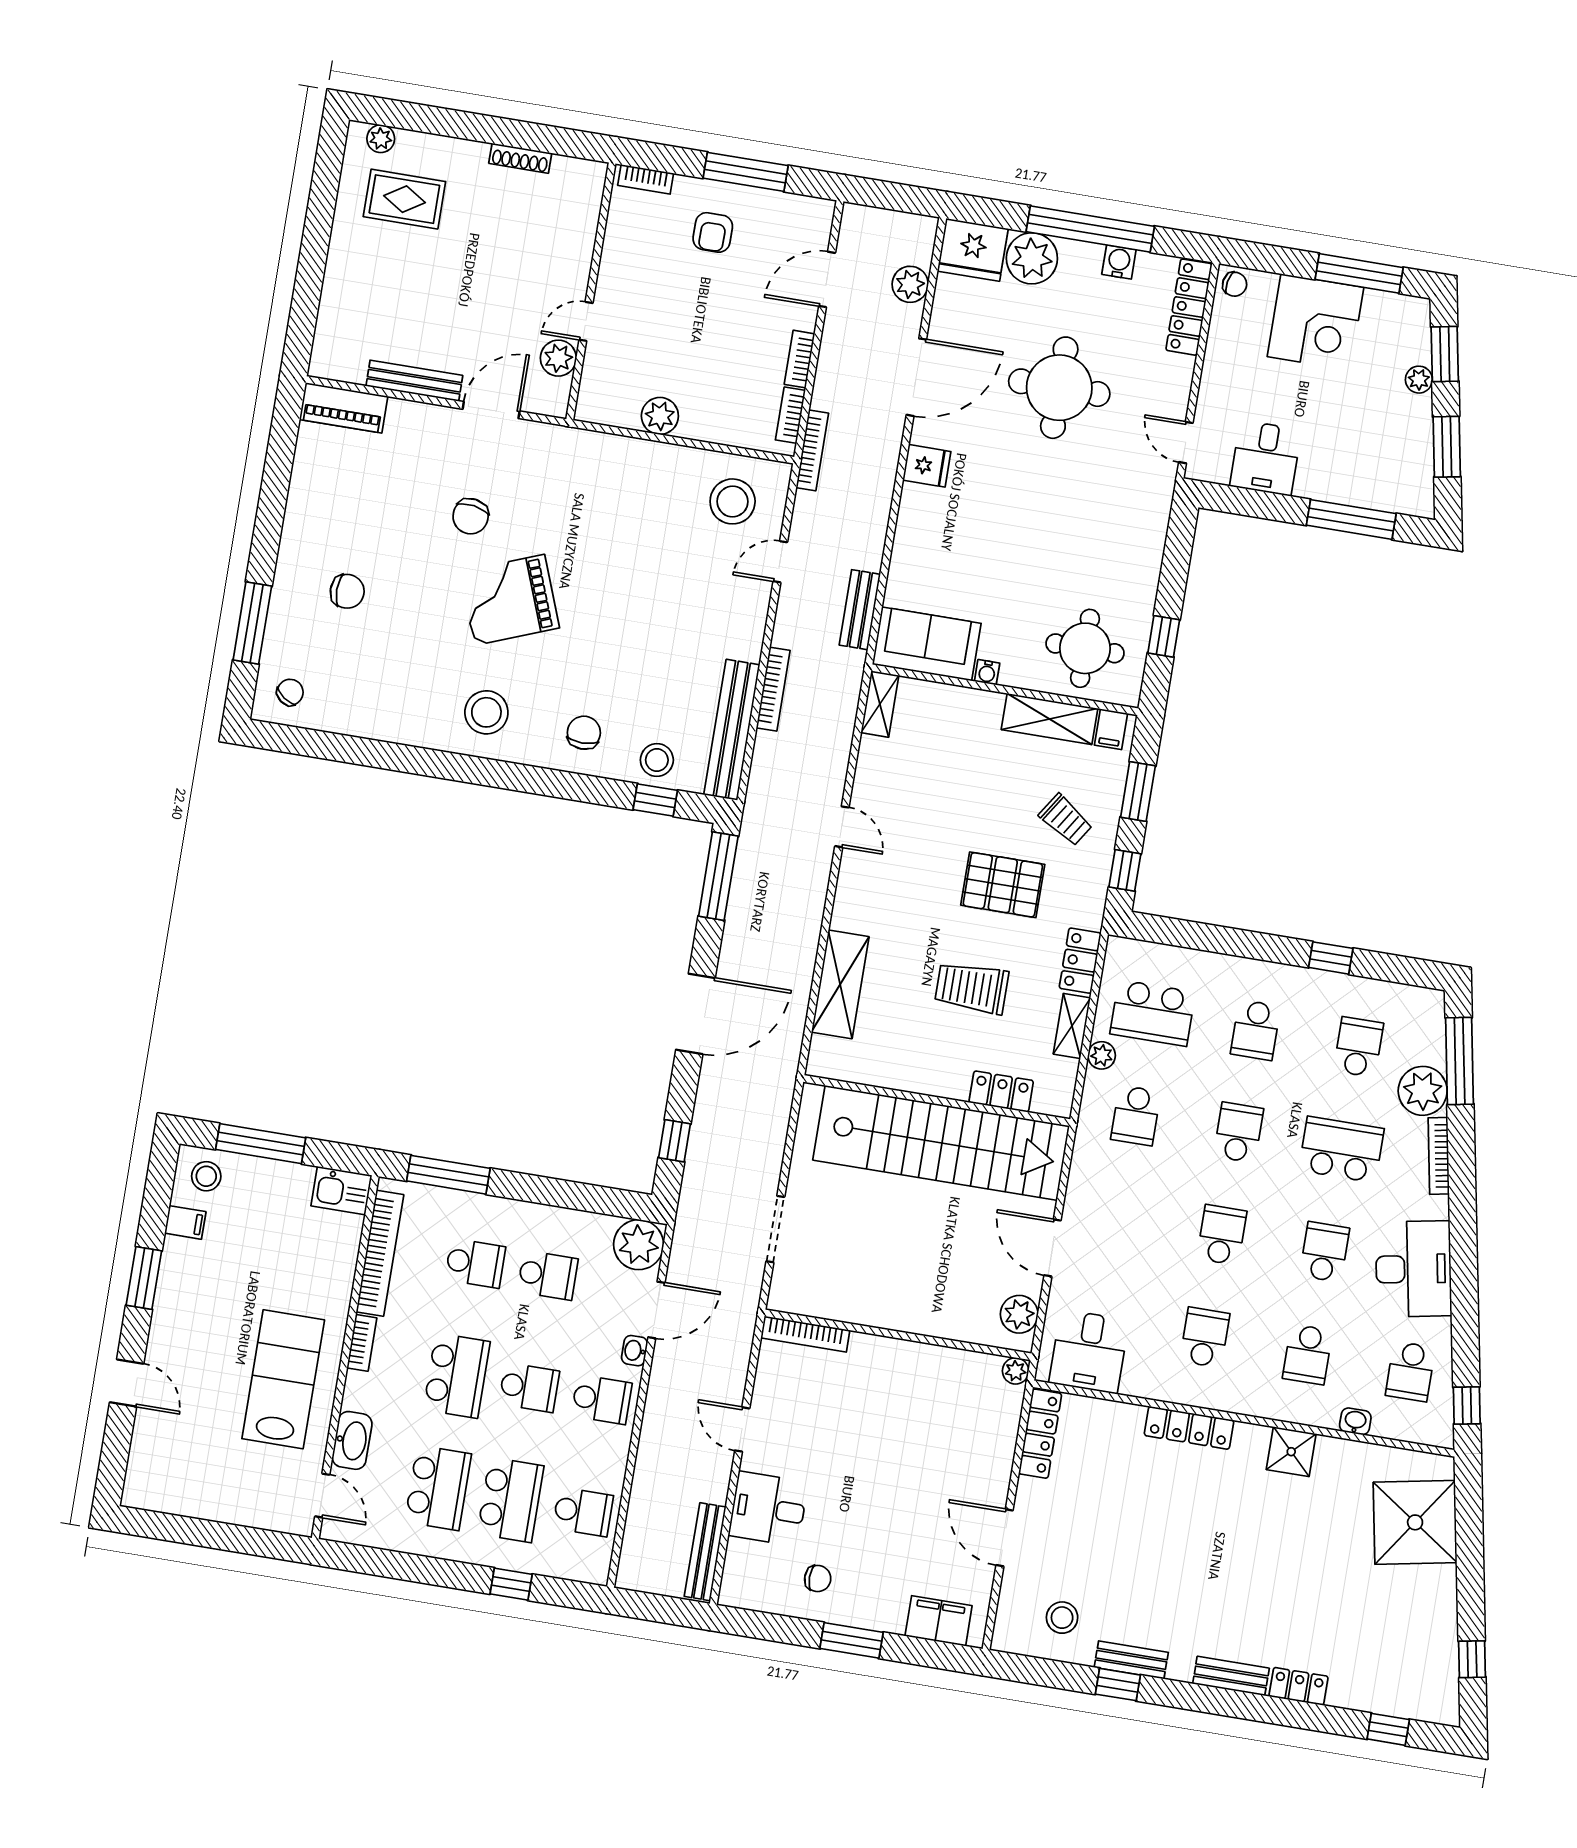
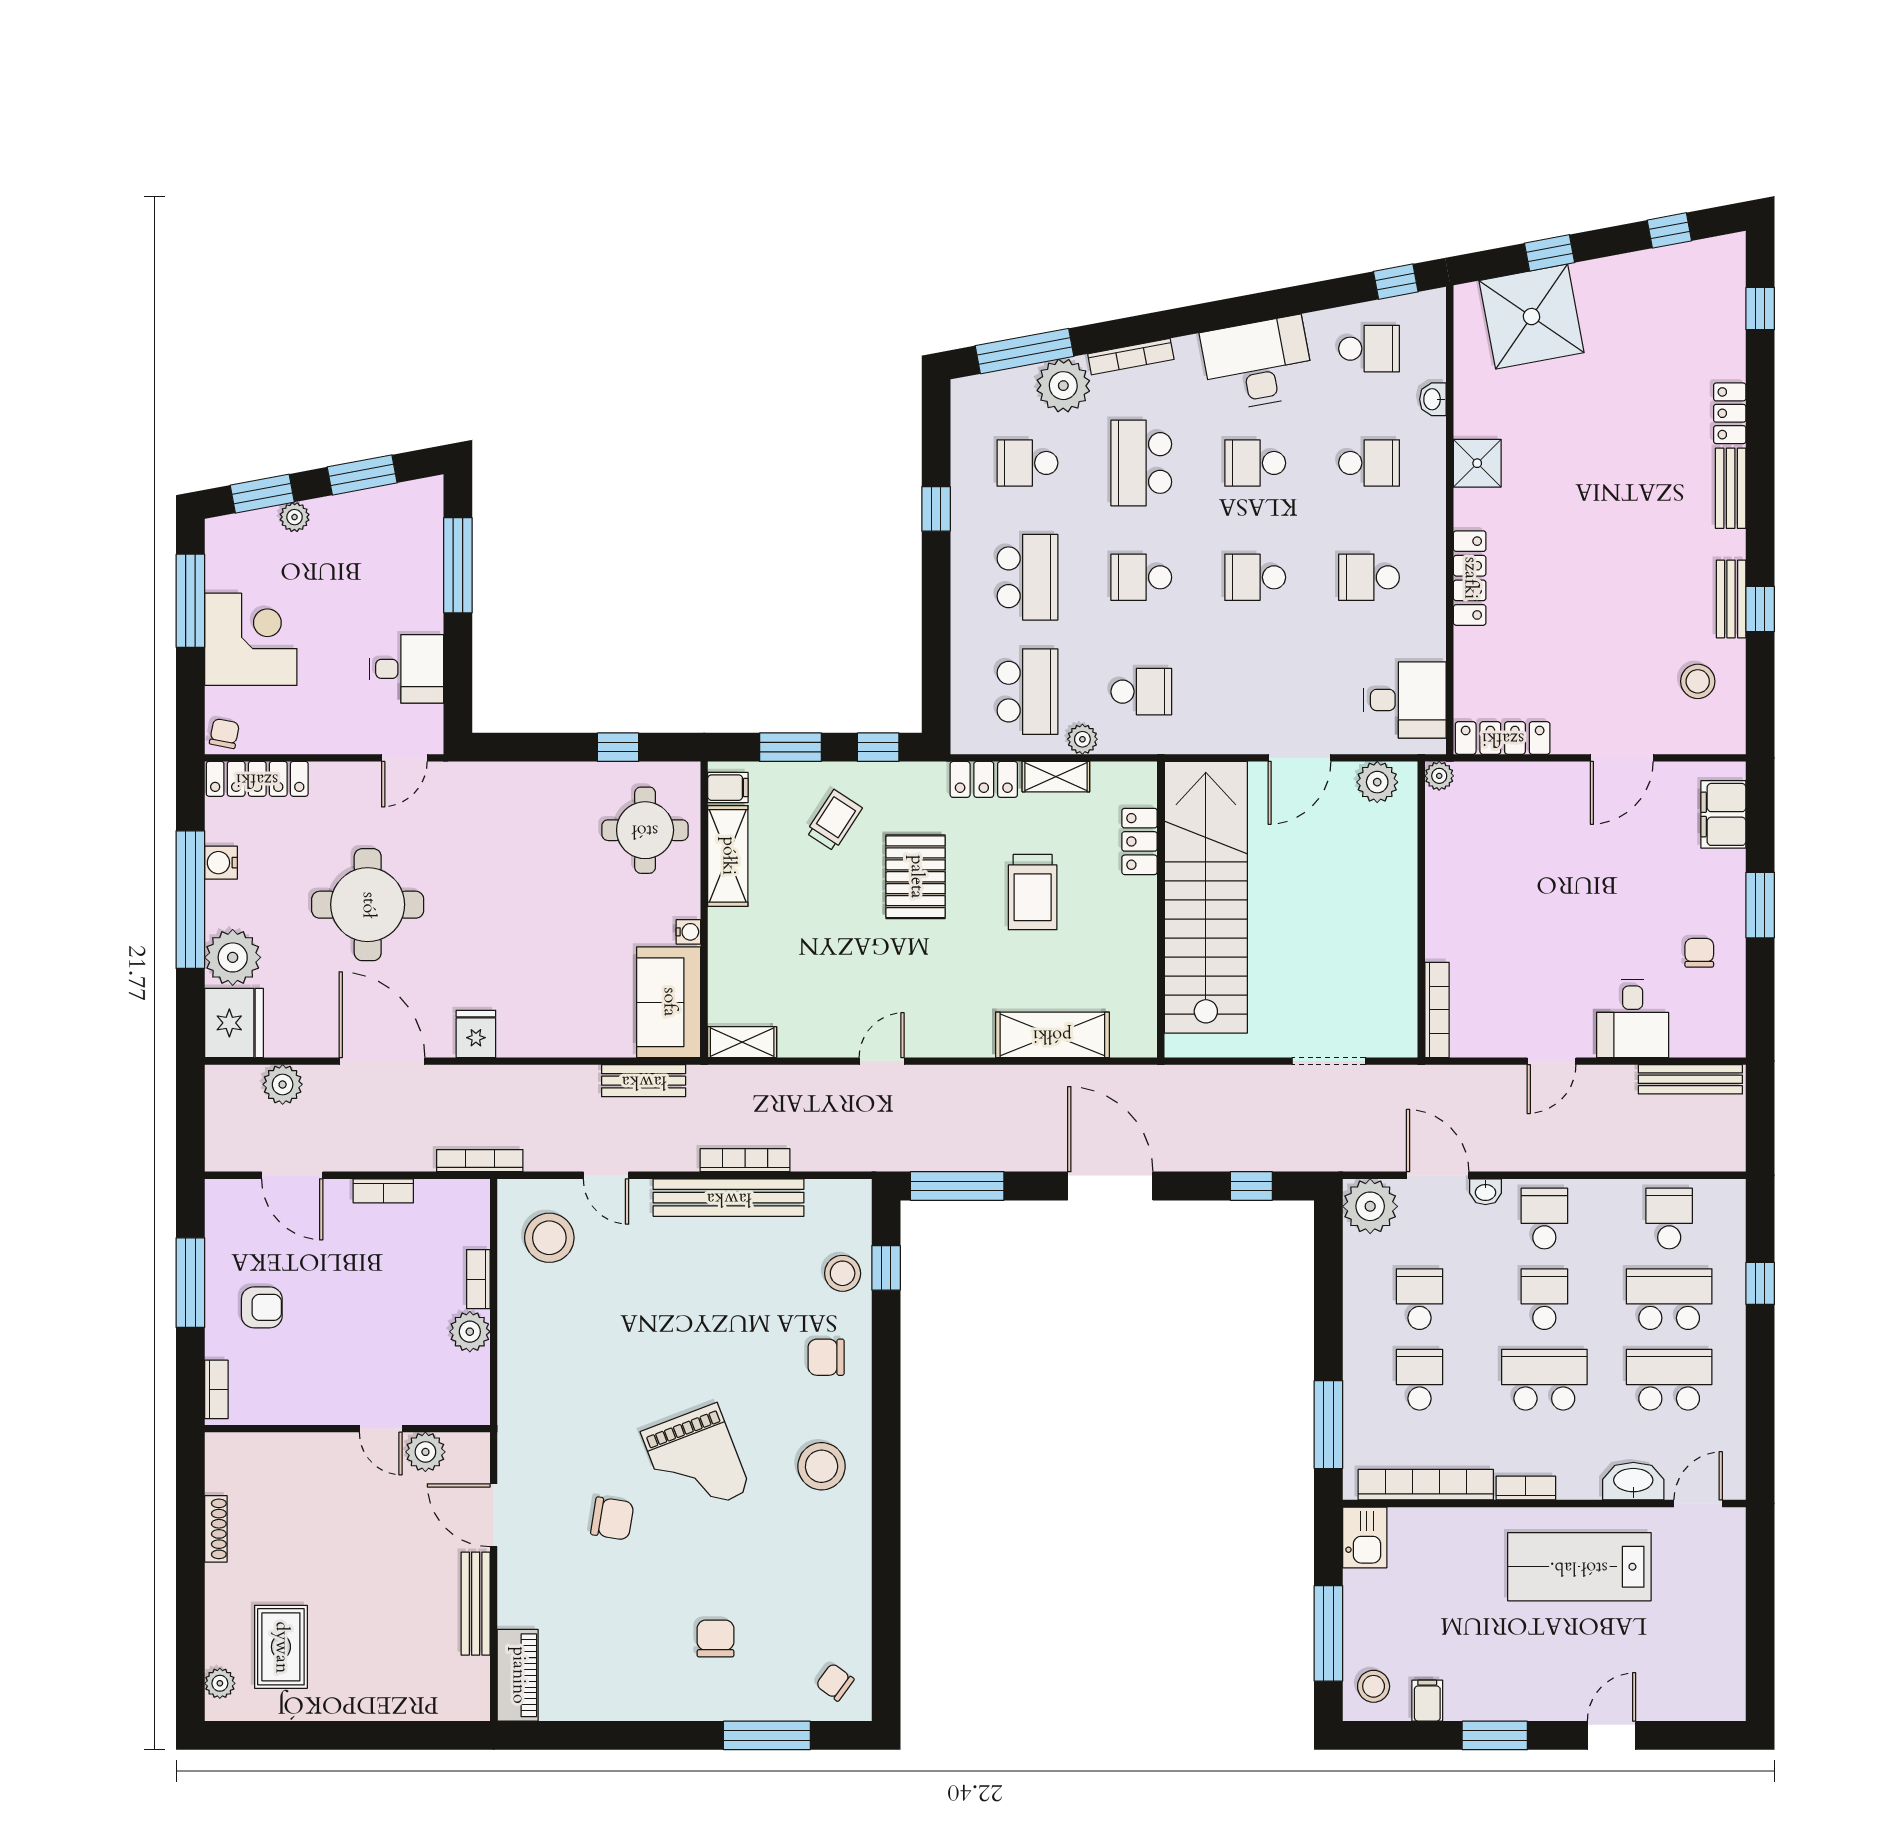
bookcase: (790, 415) -> (478, 1279), moved, turned 90
bench: (732, 730) -> (729, 1198), moved
school desk: (1256, 1030) -> (1027, 577), width x1.85
window: (1470, 1548) -> (1549, 253), added

